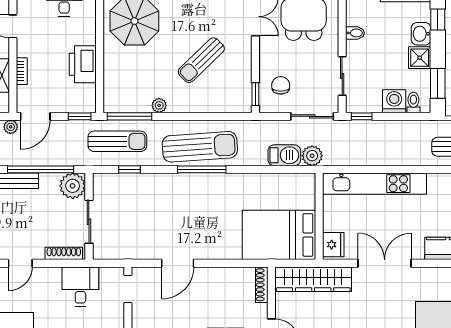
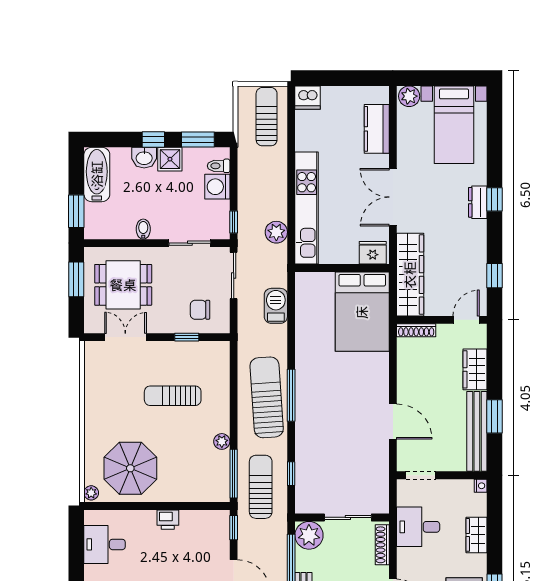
window: (438, 19) -> (153, 139), moved
sun lounger: (201, 60) -> (173, 396), turned 134
printer: (83, 64) -> (168, 520), width x0.53, depth x0.68
window: (255, 94) -> (187, 337), moved
plant: (312, 156) -> (276, 232), moved

